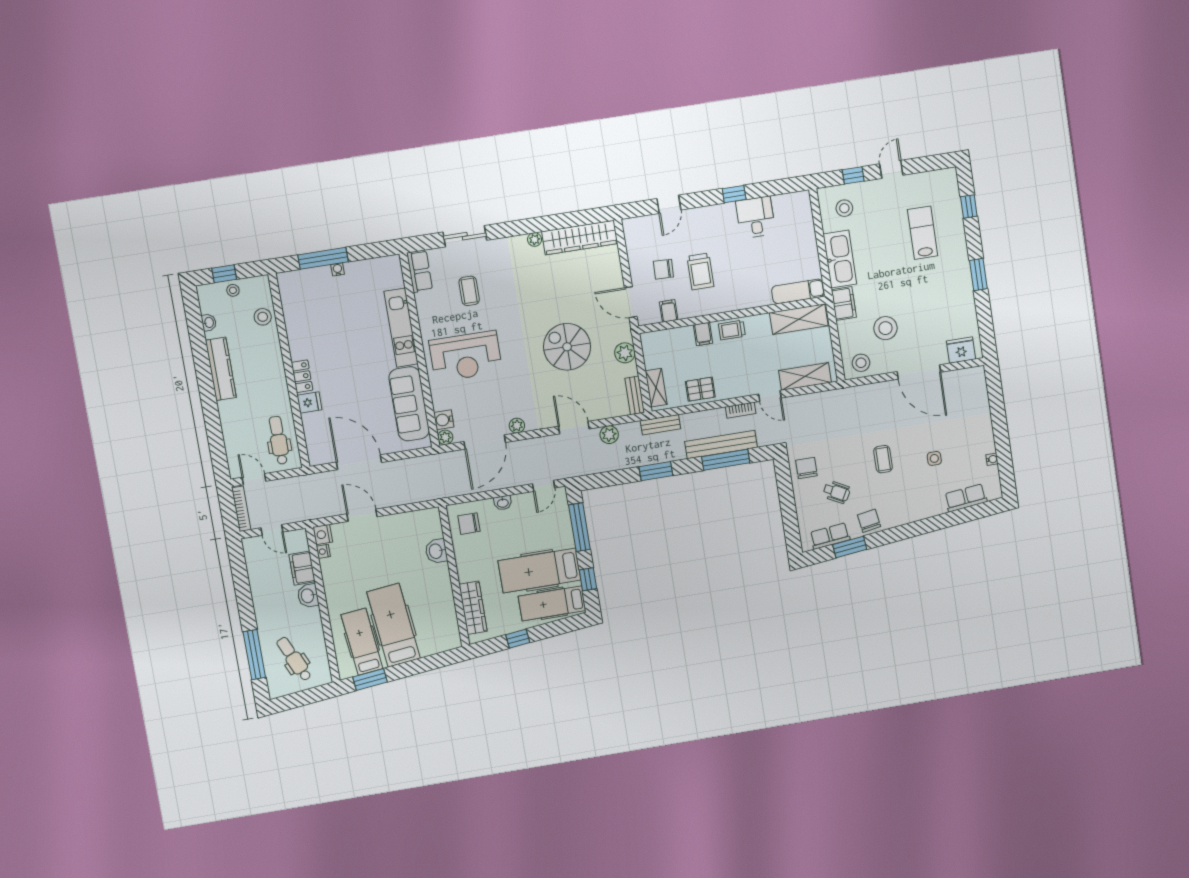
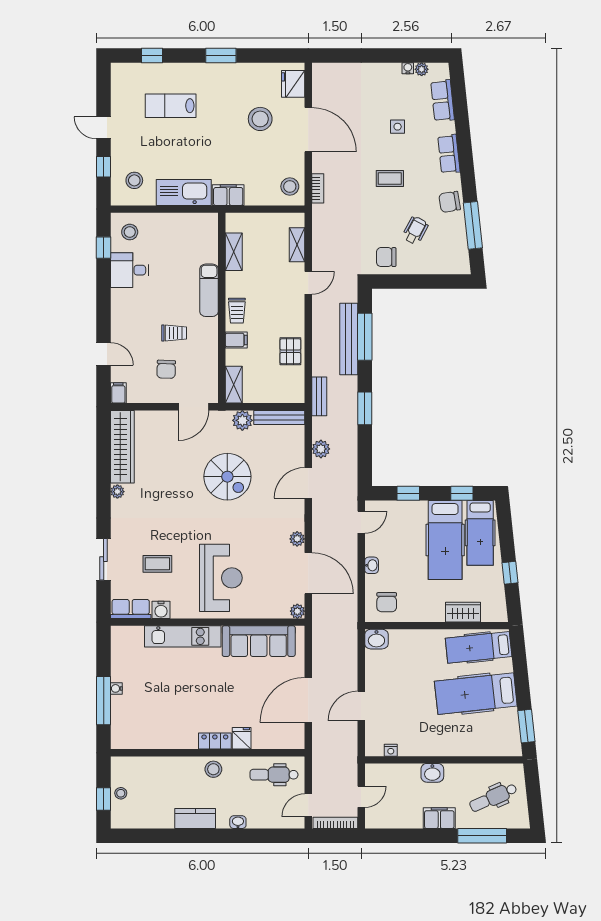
window: (734, 194) -> (104, 248), moved
stool: (793, 212) -> (130, 232), added
trolley: (700, 271) -> (174, 333), width x0.73, depth x0.72
exam couch: (798, 291) -> (209, 290), moved
filing cabinet: (669, 311) -> (118, 393), moved, turned 90
stool: (263, 317) -> (213, 769), moved
shelving: (799, 319) -> (234, 252), width x0.67, depth x0.75
washbasin: (209, 322) -> (238, 822), moved
stool: (885, 328) -> (260, 119), moved
spiral stairs: (567, 347) -> (227, 477), turned -90
kitchen counter: (221, 369) -> (195, 819), width x0.67
door: (919, 372) -> (308, 130), hinge flipped
shelving: (805, 377) -> (297, 245), width x0.67, depth x0.75
shelving: (656, 388) -> (234, 385), moved, turned 90
bench: (635, 395) -> (279, 417), width x1.36
bookcase: (741, 410) -> (318, 188), moved
water cooler: (444, 420) -> (161, 610), moved
plant: (993, 473) -> (422, 69), added
door: (544, 486) -> (361, 522), hinge flipped
window: (579, 527) -> (408, 493), width x0.46
nightstand: (323, 534) -> (374, 748), removed
row of seats: (830, 536) -> (449, 154), moved
window: (850, 547) -> (473, 225), width x1.44
washbasin: (436, 551) -> (376, 639), moved
filing cabinet: (302, 568) -> (439, 818), moved, turned 180
wardrobe: (473, 608) -> (463, 612), width x0.67
hospital bed: (362, 642) -> (479, 647), moved

